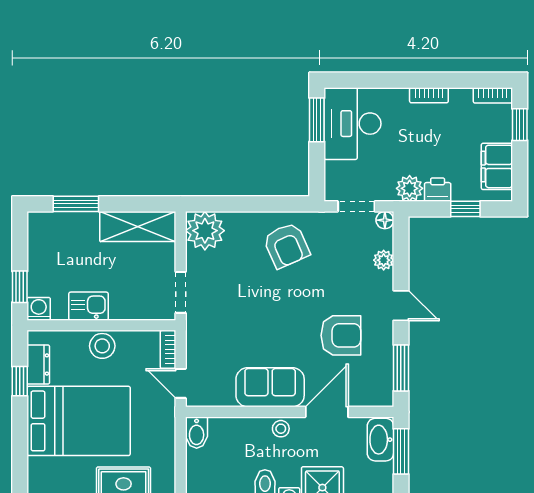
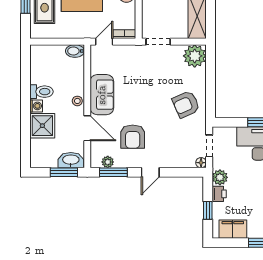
plant: (384, 260) -> (108, 162), moved

